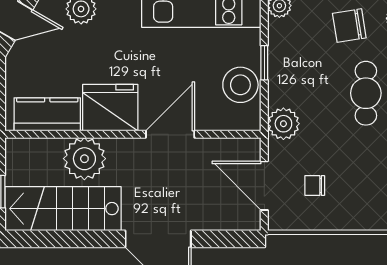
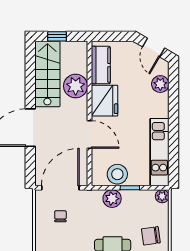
chair: (349, 26) -> (151, 236), turned -89
plant: (283, 124) -> (112, 199), moved
door: (264, 186) -> (60, 188), width x1.36

